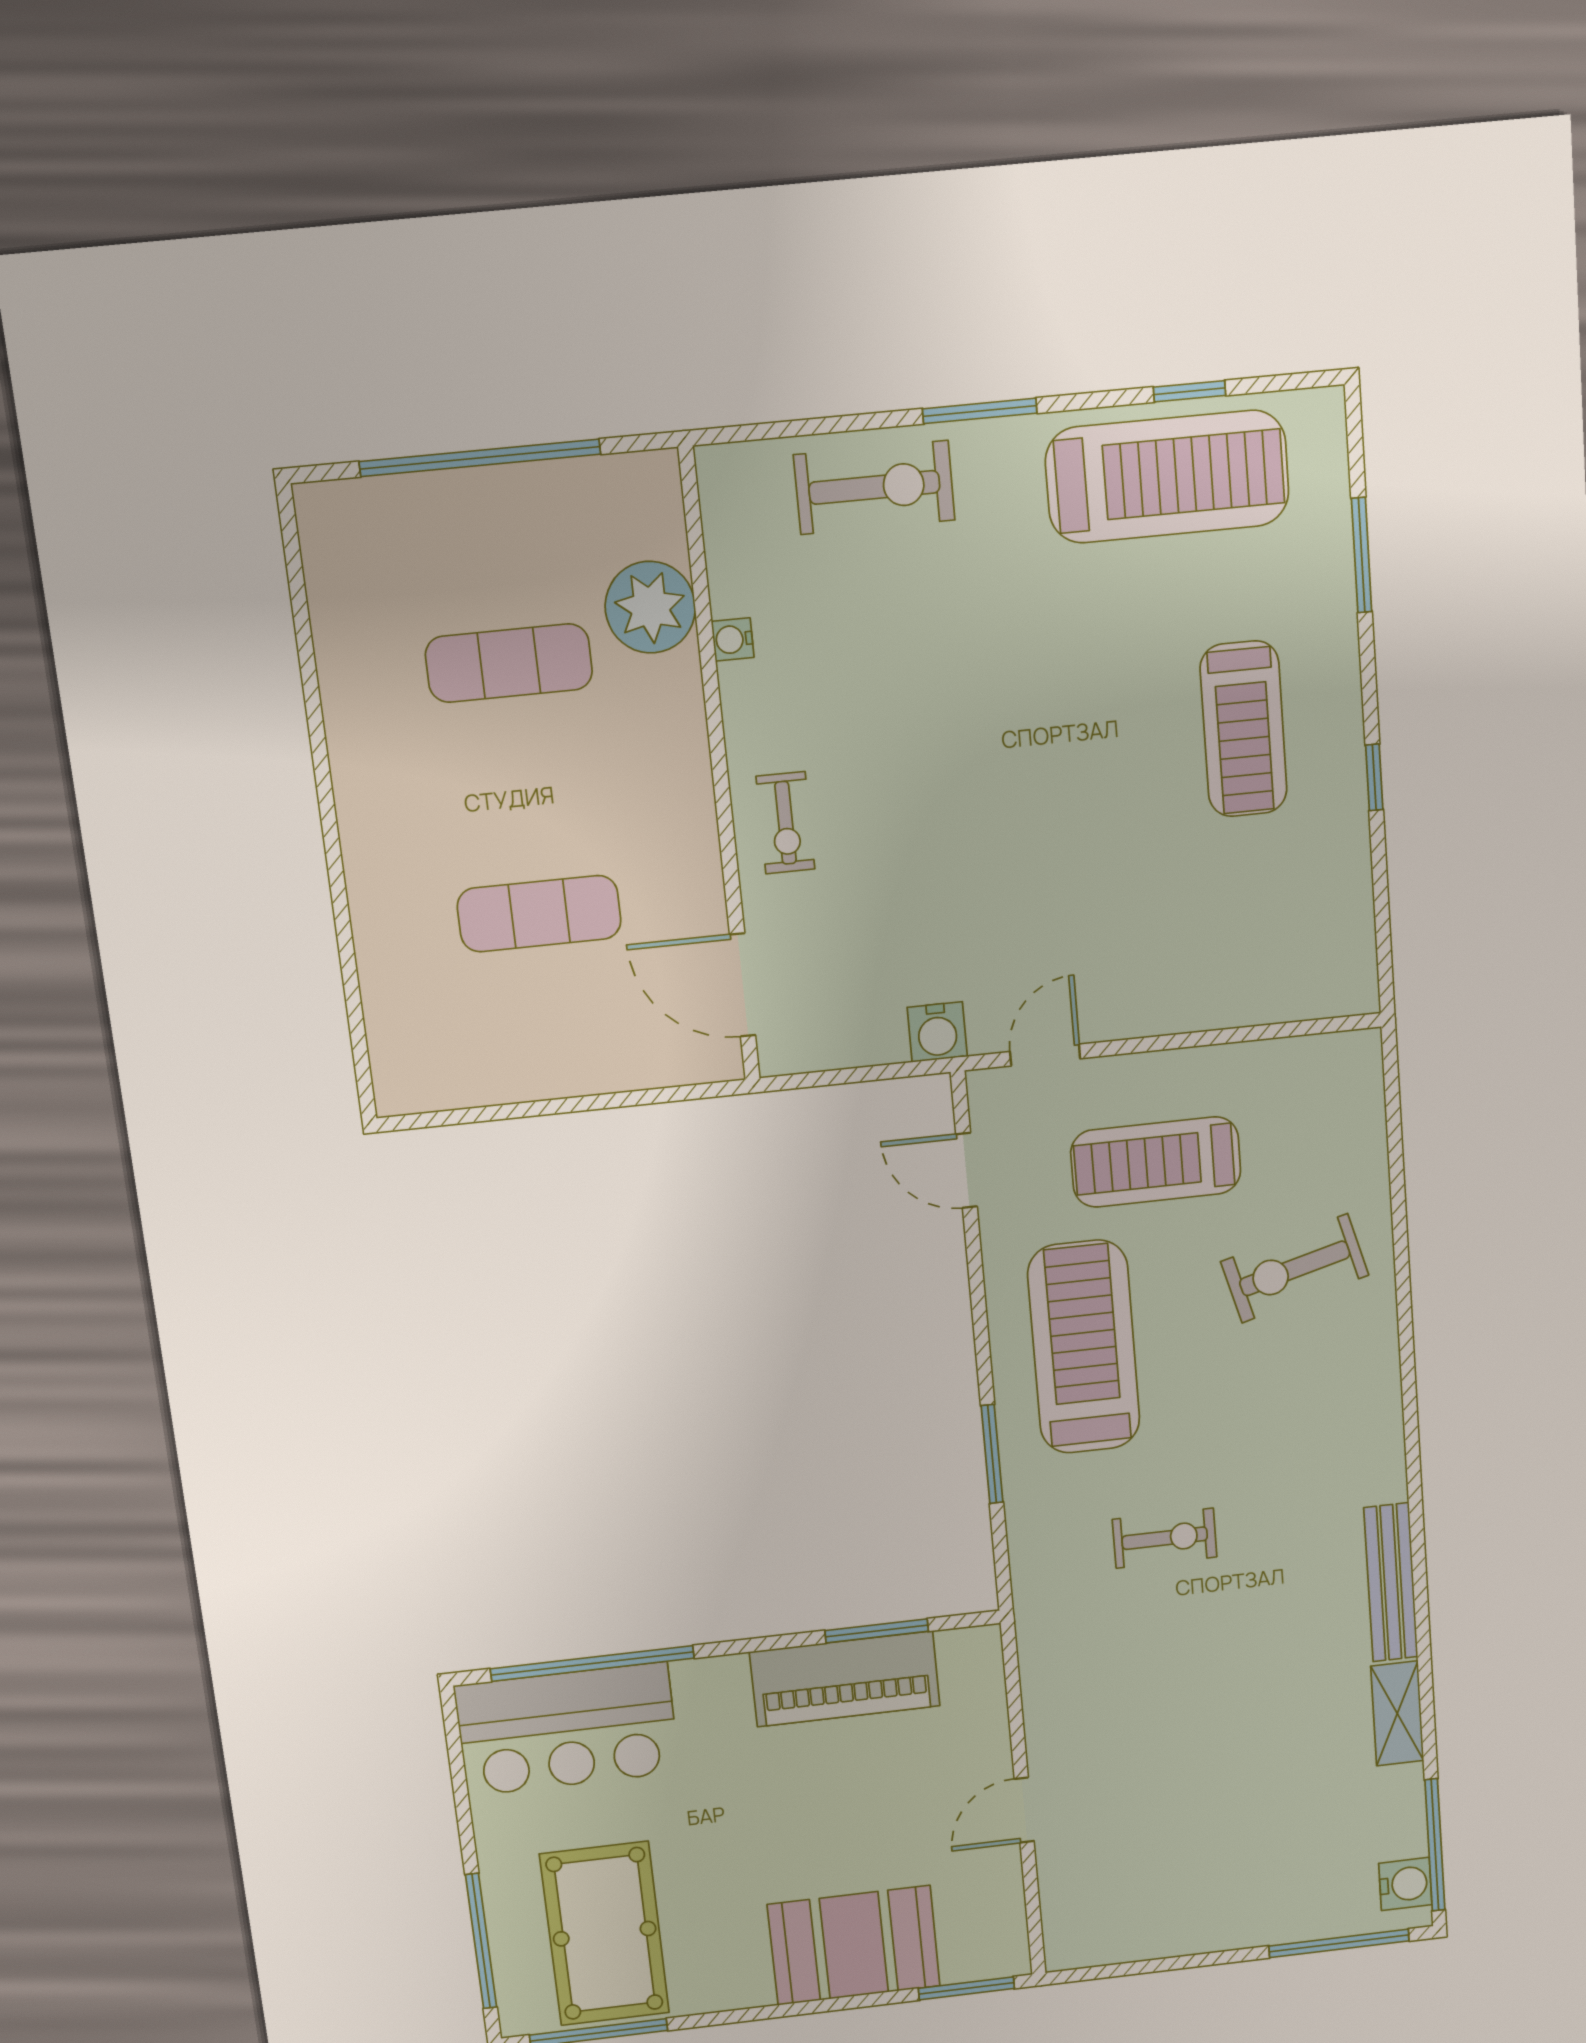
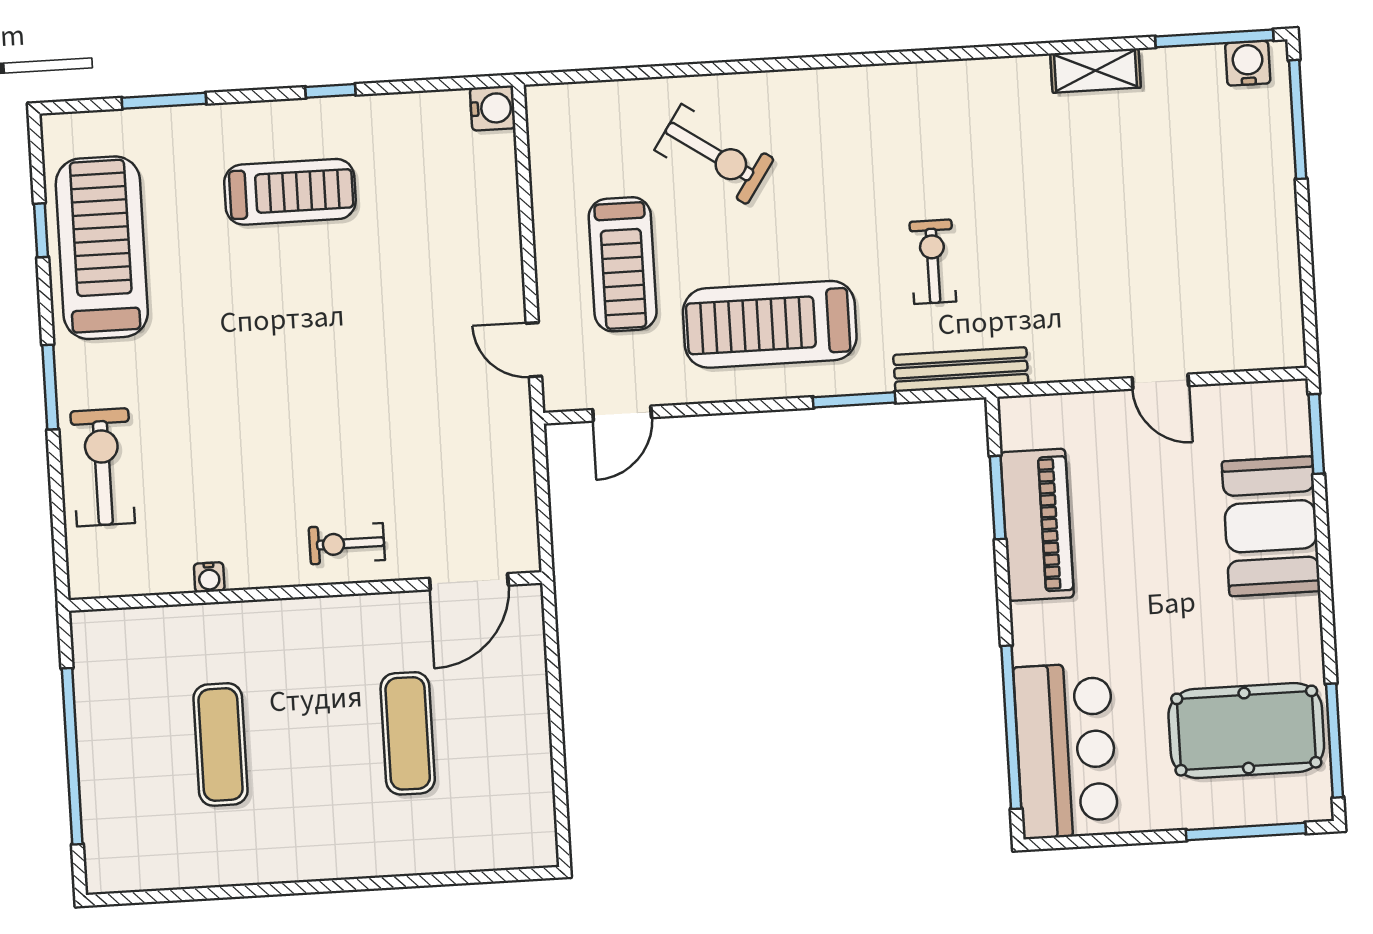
plant: (650, 607) -> (184, 637), removed
exercise bike: (785, 823) -> (347, 544), turned 180
water cooler: (937, 1032) -> (493, 108), moved
exercise bike: (1295, 1268) -> (714, 154), turned -41
bench: (1391, 1583) -> (961, 370), moved

